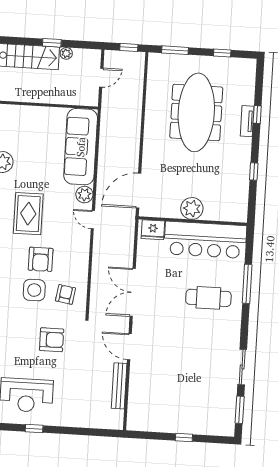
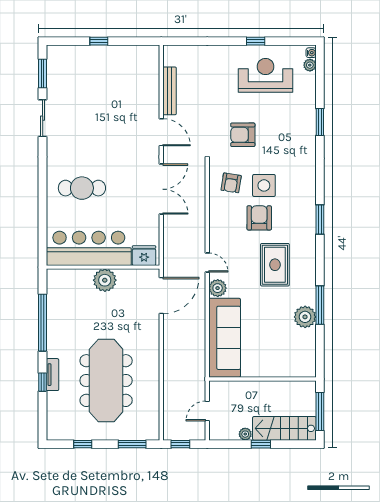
window: (254, 171) -> (43, 323), width x3.17
window: (247, 284) -> (43, 205), removed

